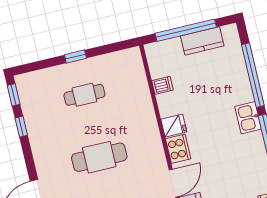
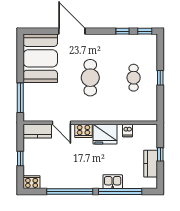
window: (186, 30) -> (160, 154), width x0.32
kitchen sink: (248, 118) -> (113, 182), moved
fridge: (174, 126) -> (105, 134), width x1.88, depth x1.34

